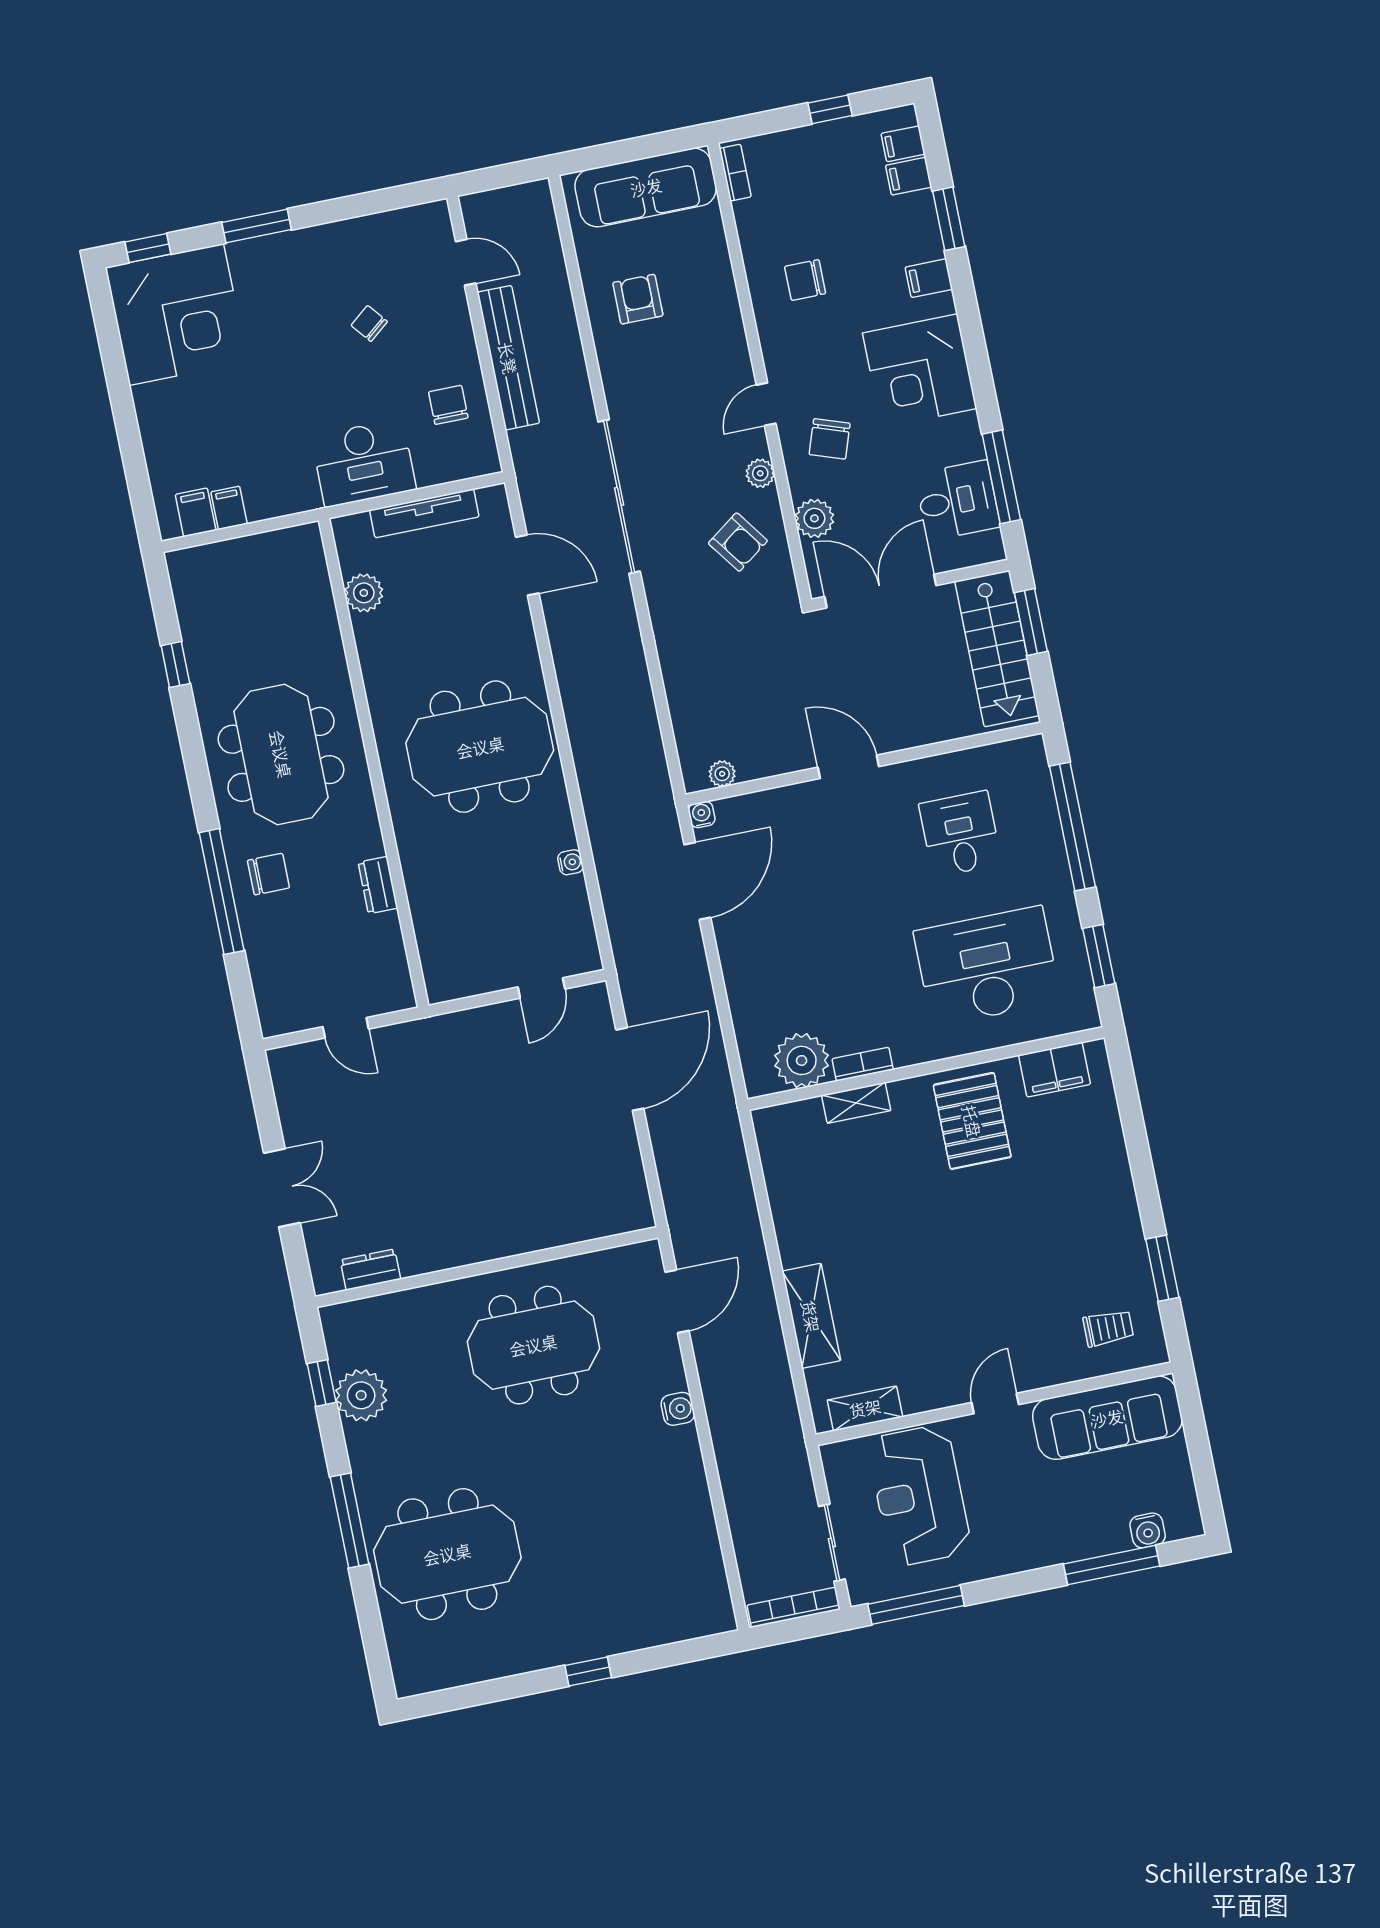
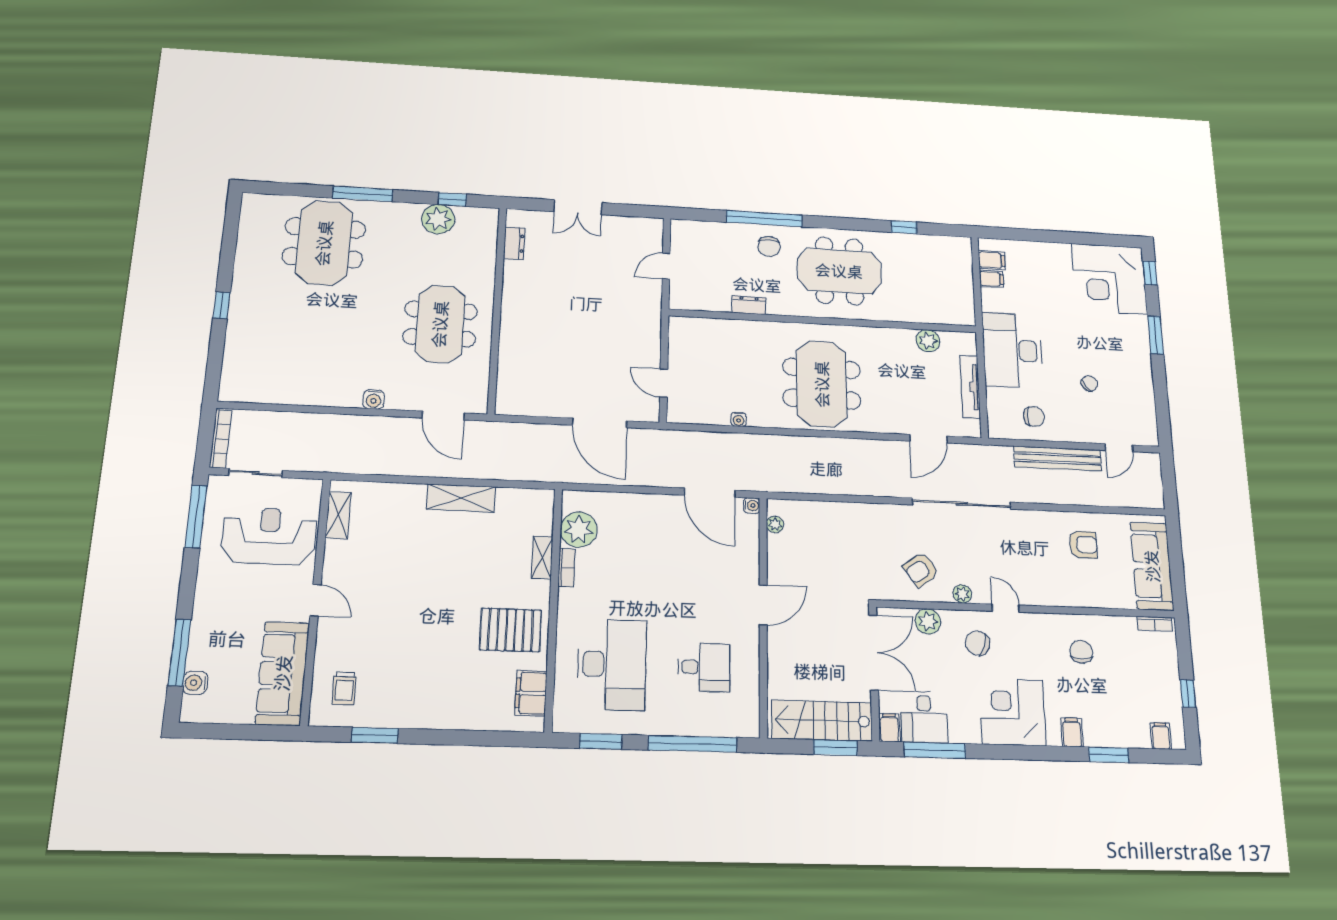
filing cabinet: (909, 176) -> (889, 728), moved
desk: (364, 463) -> (1012, 350), width x1.36, depth x1.30
shelving: (811, 1316) -> (461, 498), moved

